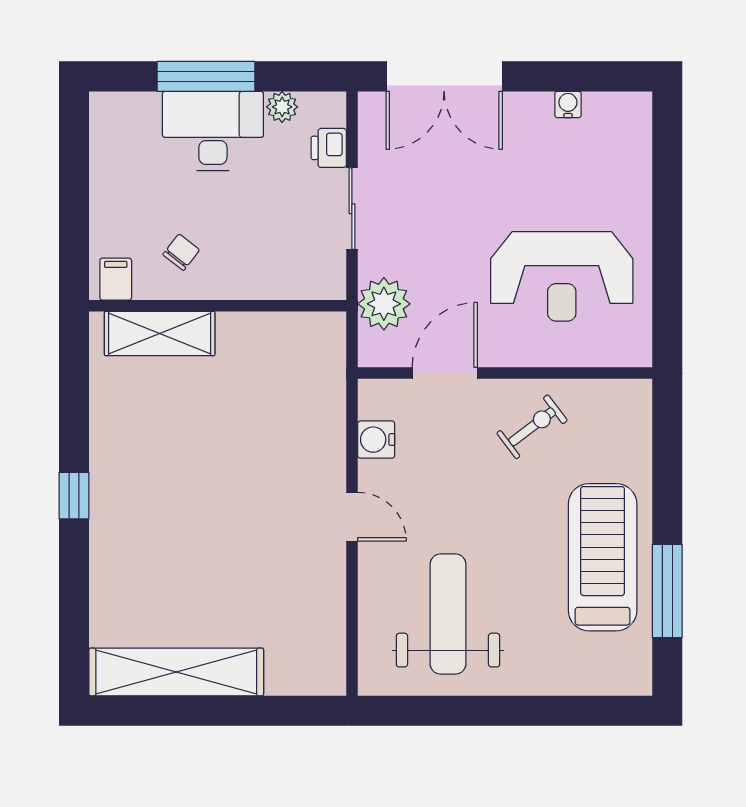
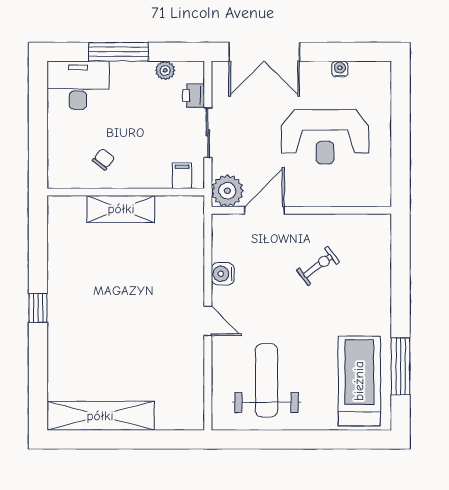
desk: (213, 131) -> (78, 85), moved
reception desk: (562, 276) -> (325, 137), moved
filing cabinet: (116, 279) -> (182, 176), moved
shelving: (160, 334) -> (121, 209), moved
door: (445, 373) -> (265, 210), moved
wall: (505, 373) -> (301, 210), moved
treadmill: (603, 557) -> (359, 381), moved

